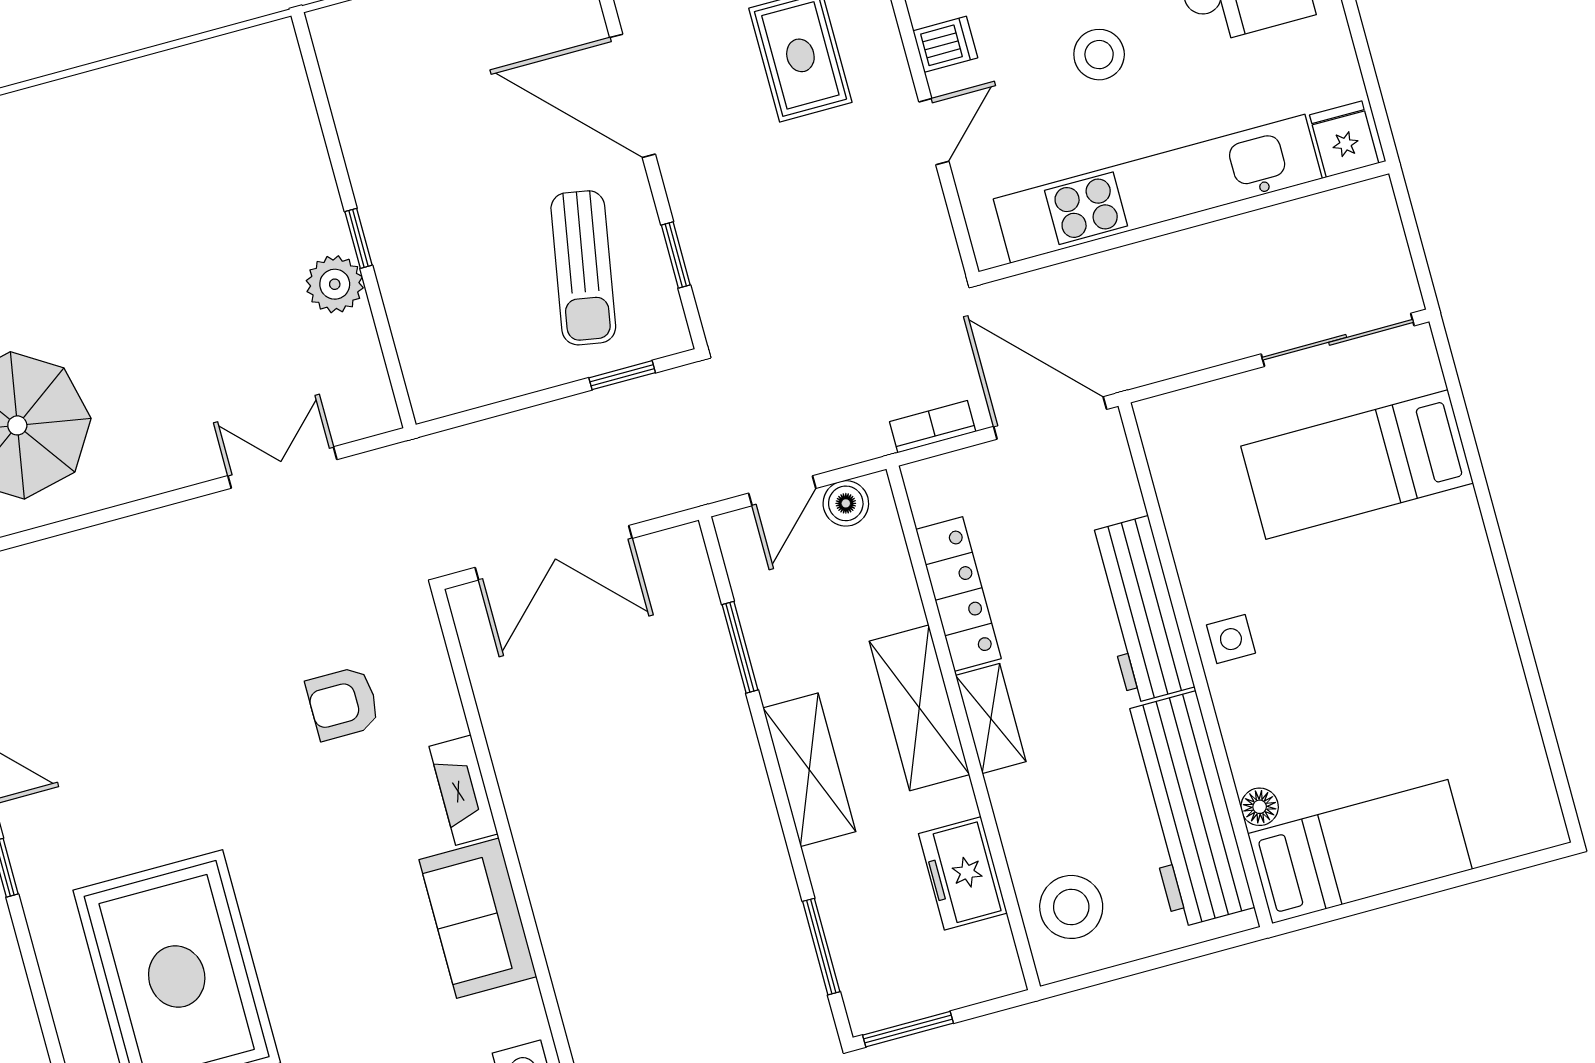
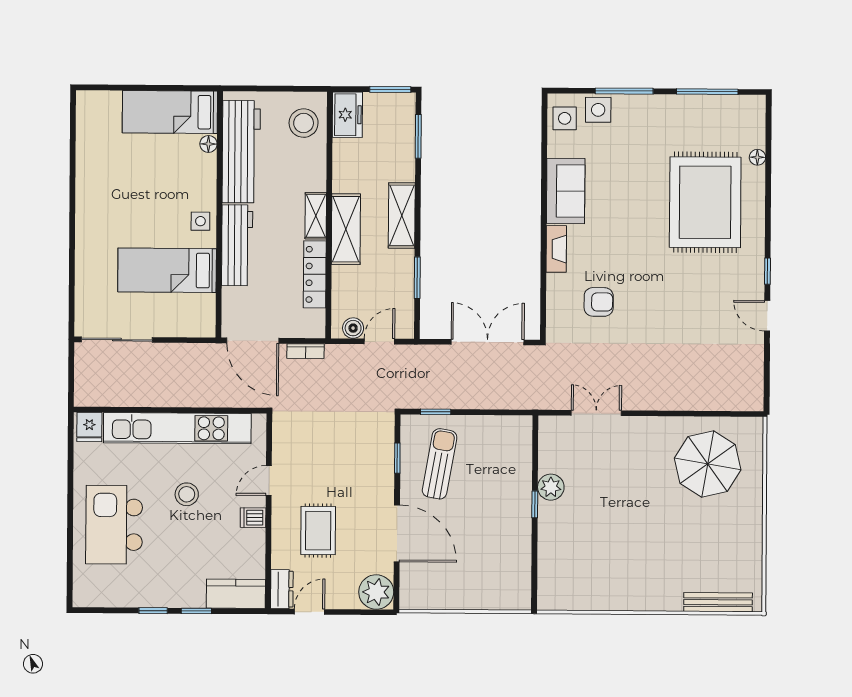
bed: (1357, 465) -> (167, 270), moved, turned 180
double door: (282, 468) -> (596, 413), swing flipped
freezer: (963, 873) -> (347, 115), moved

